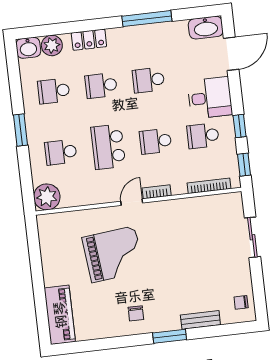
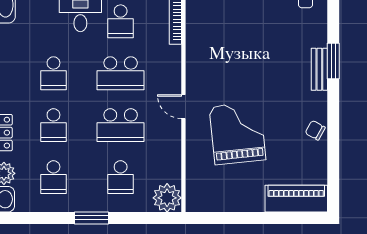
school desk: (156, 141) -> (121, 73), width x1.85
bookcase: (157, 192) -> (175, 78), removed
chair: (136, 313) -> (315, 130), moved, turned -151
bench: (200, 320) -> (319, 69), moved
window: (170, 336) -> (333, 61), moved

